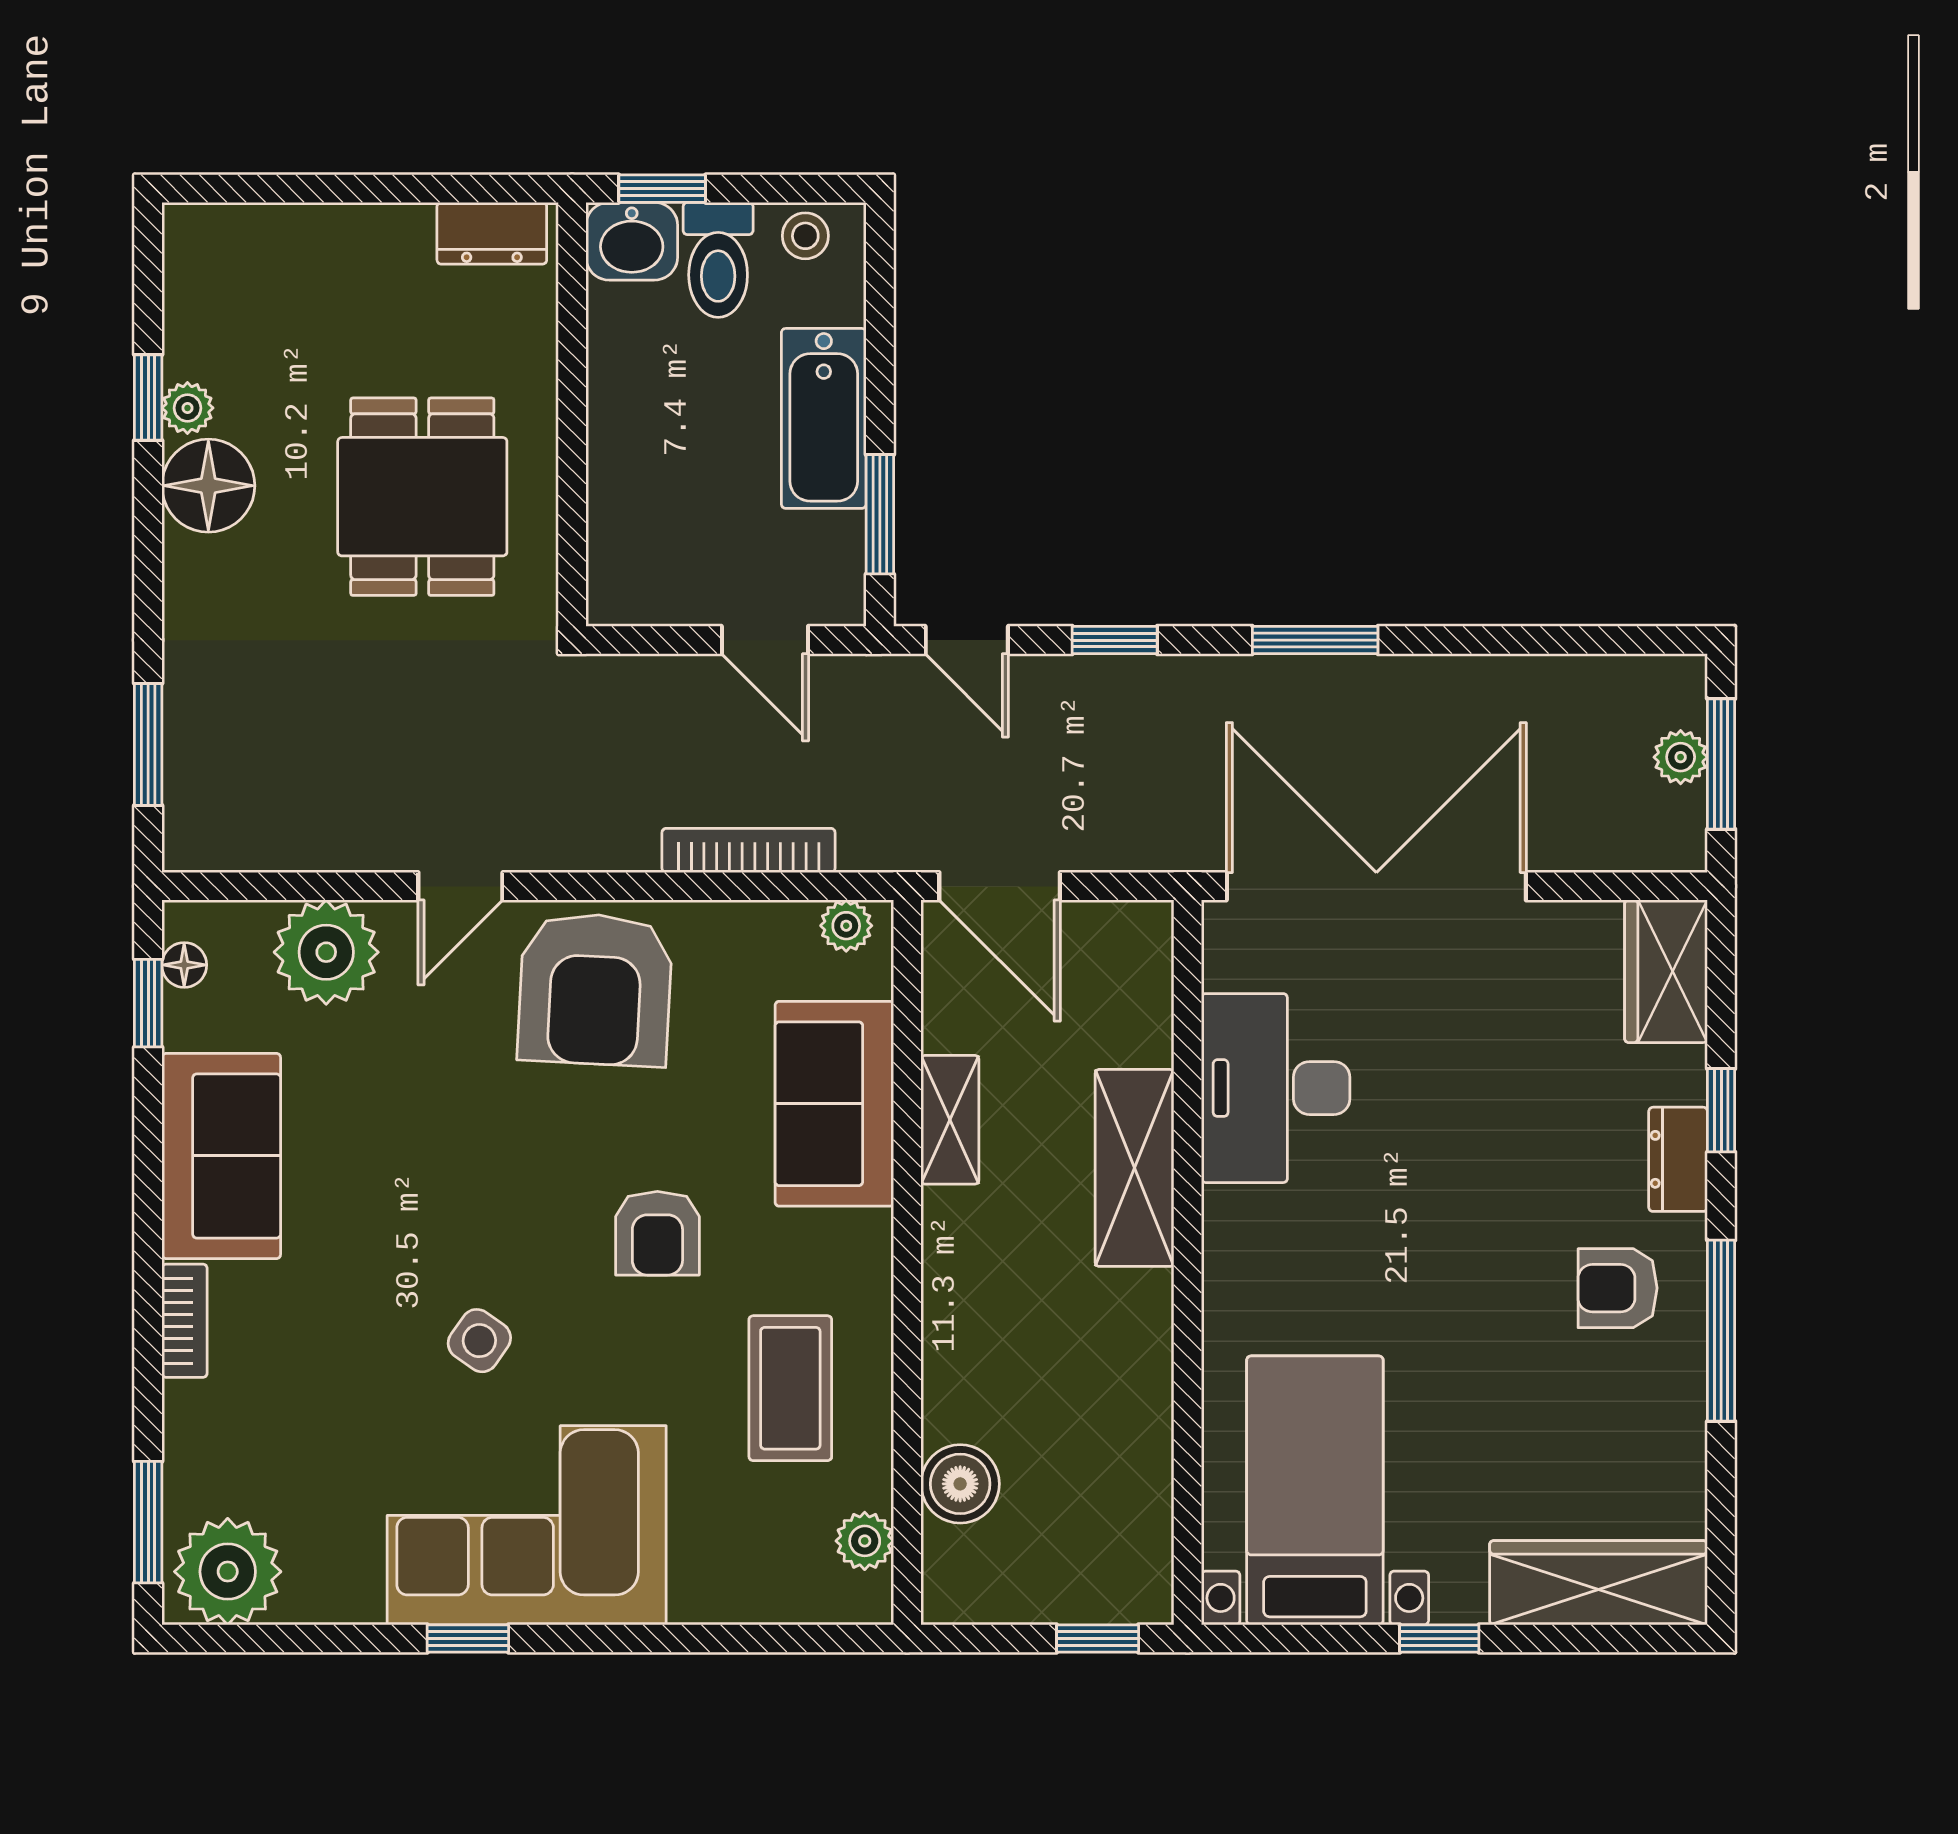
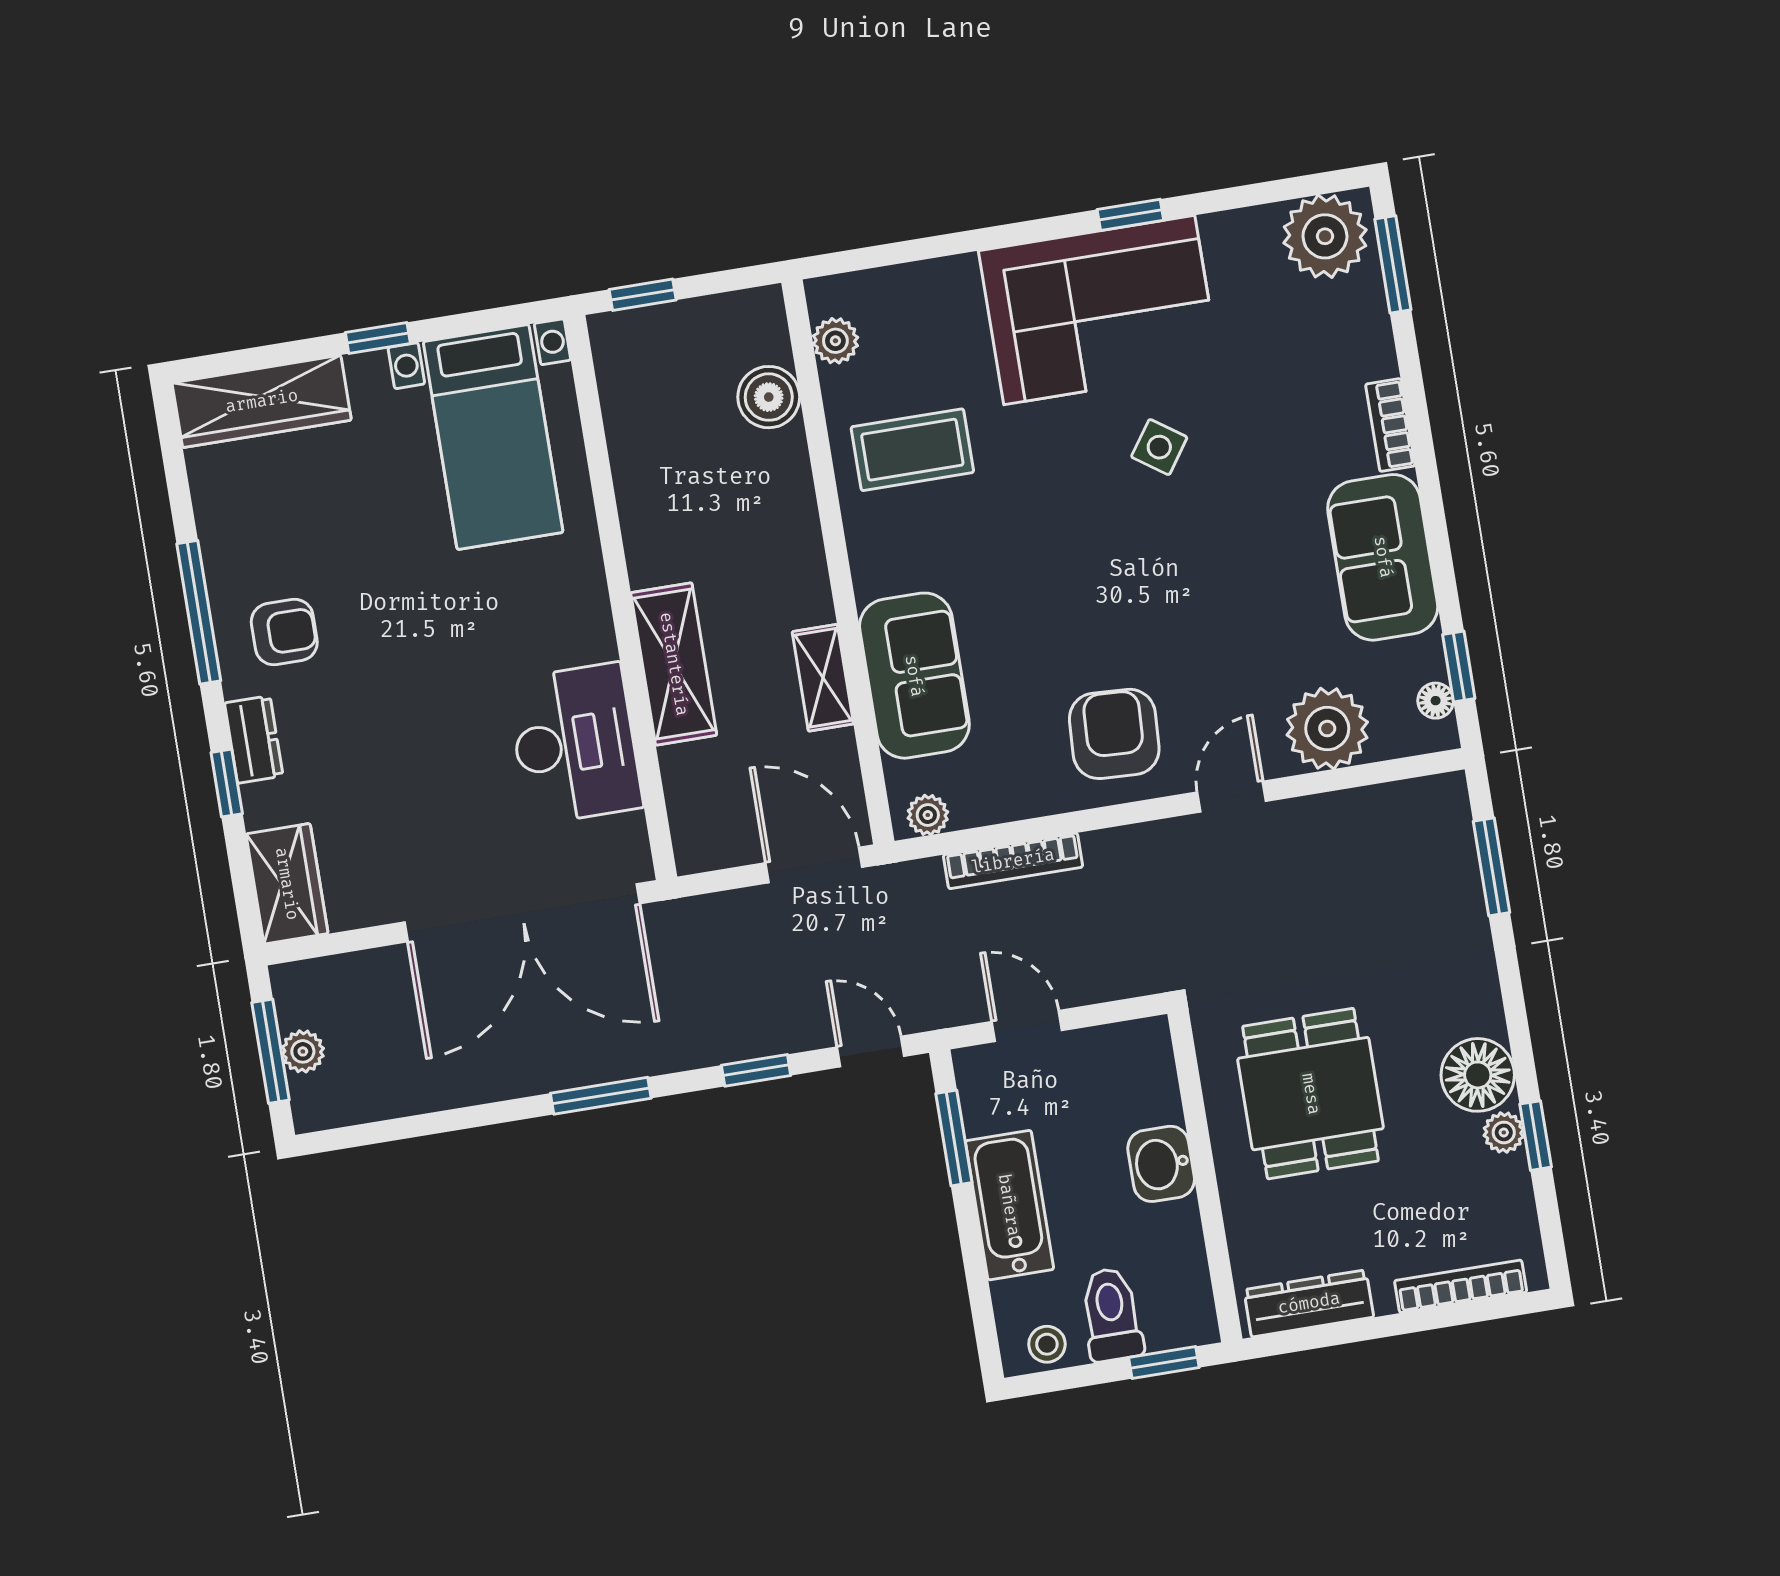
bookcase: (273, 223) -> (1461, 1286), added
dresser: (492, 233) -> (1309, 1303), width x1.44
washbasin: (632, 241) -> (1161, 1164), moved, turned -90
armchair: (595, 989) -> (1114, 734), width x0.73, depth x0.73
armchair: (657, 1233) -> (1035, 553), removed
coffee table: (790, 1388) -> (912, 450), turned 90

